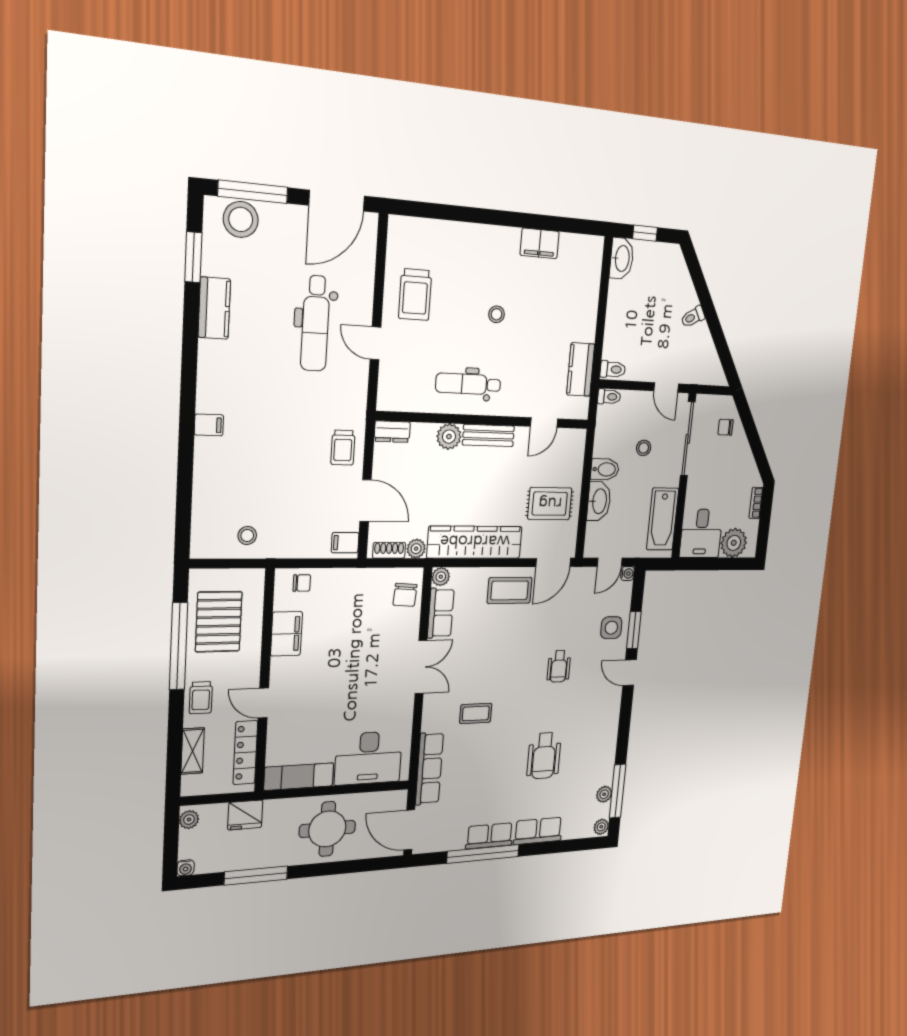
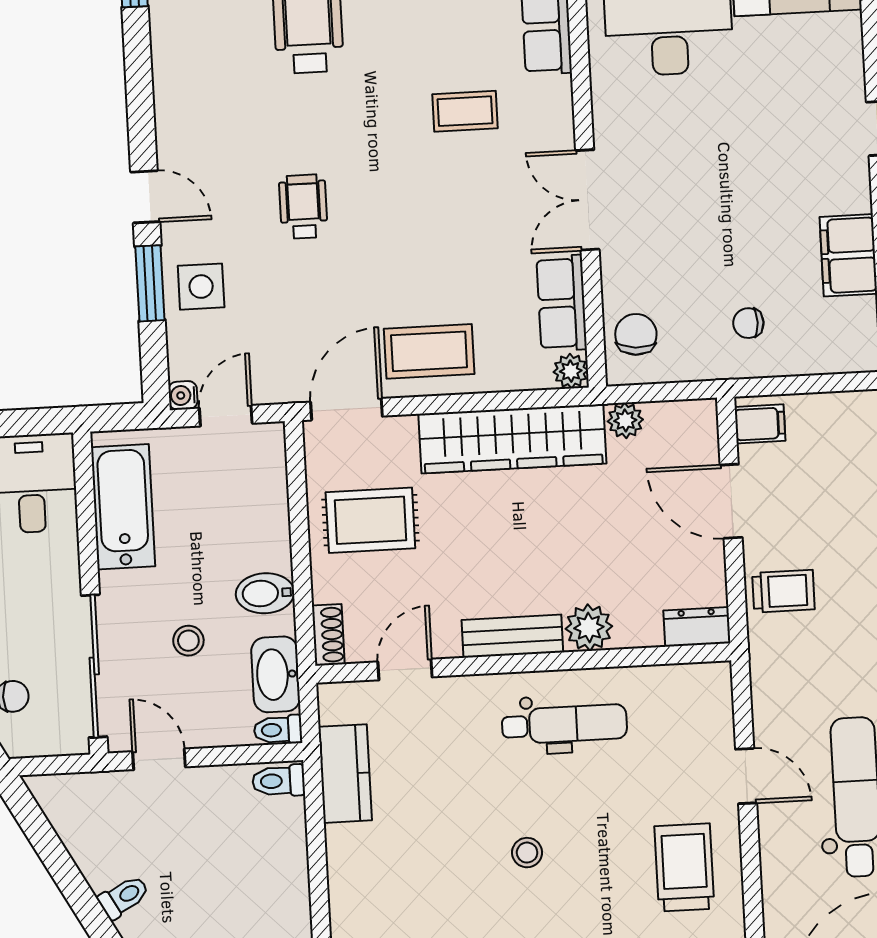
trolley: (343, 448) -> (783, 591), turned 90
washbasin: (599, 501) -> (276, 674), moved
shoe rack: (389, 550) -> (328, 635), moved, turned -90
chair: (302, 583) -> (748, 323), moved

